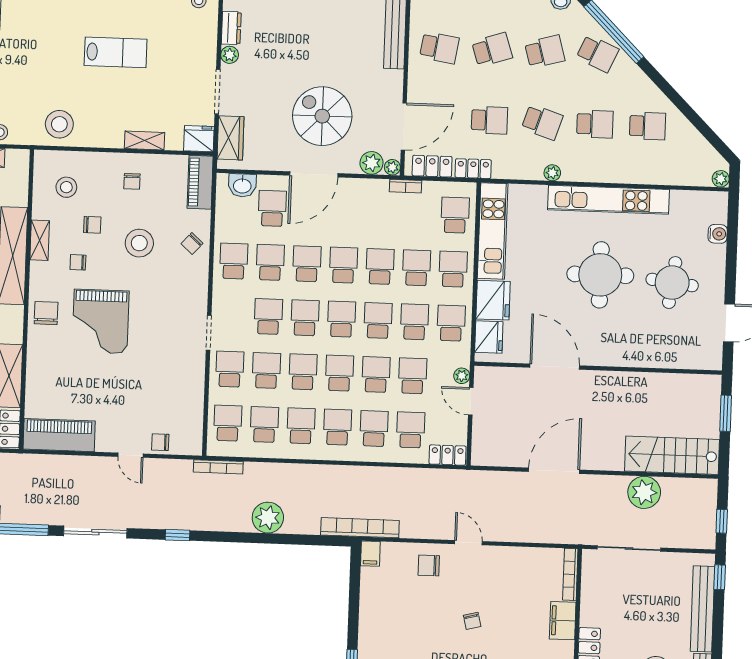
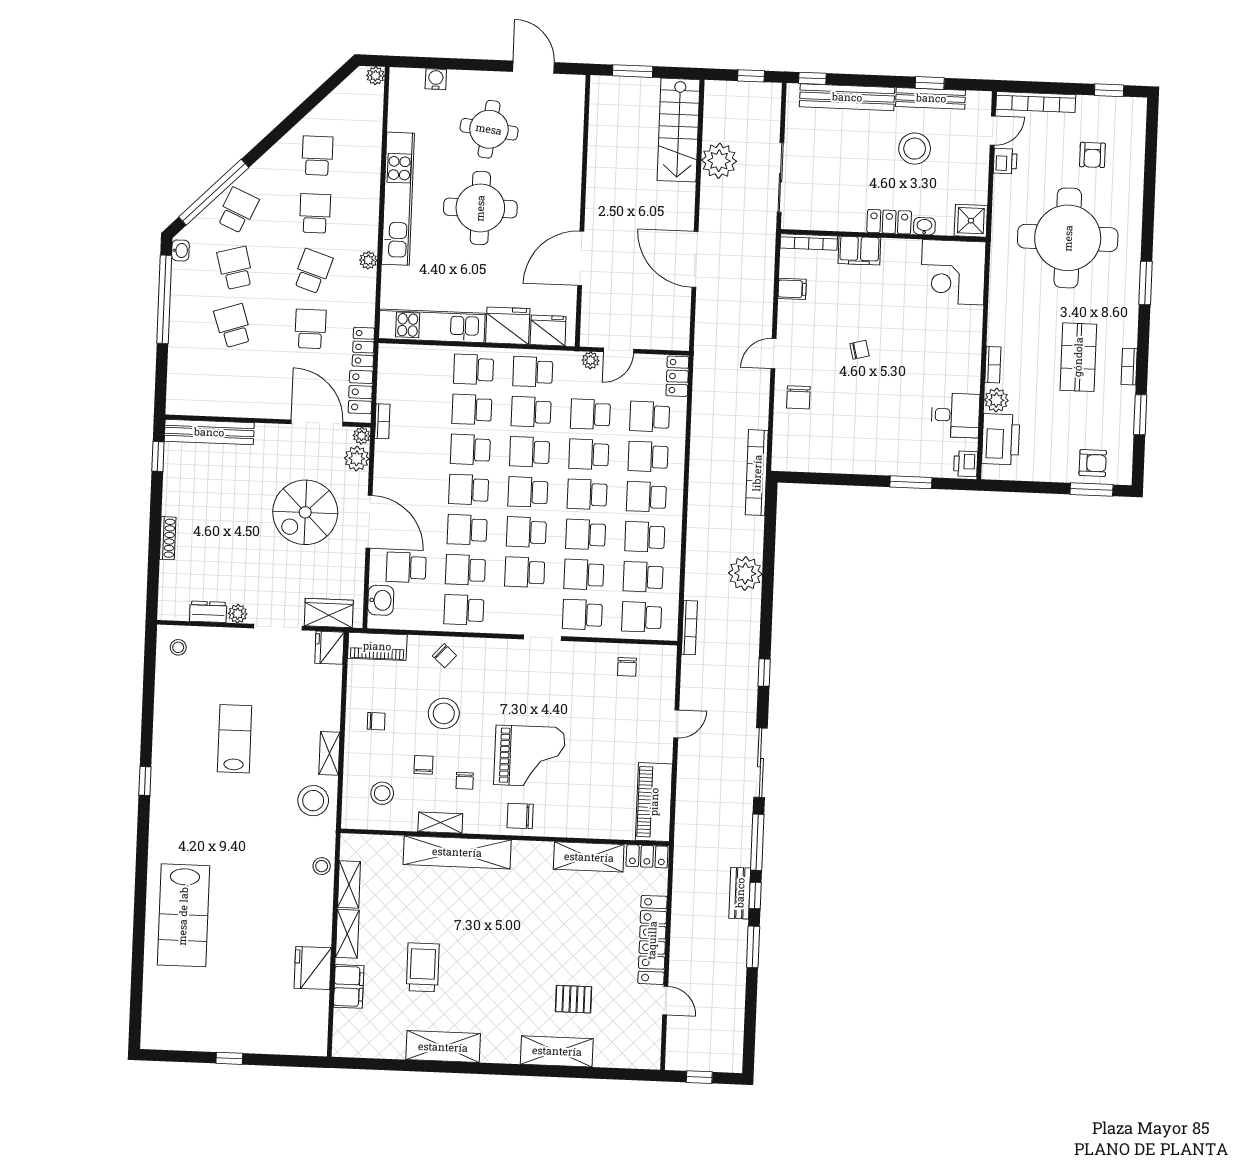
school desk: (439, 48) -> (231, 384), removed
shelving: (145, 140) -> (329, 753), moved
school desk: (455, 215) -> (414, 367), removed
chair: (160, 442) -> (627, 667), moved
filing cabinet: (370, 554) -> (792, 289), moved

